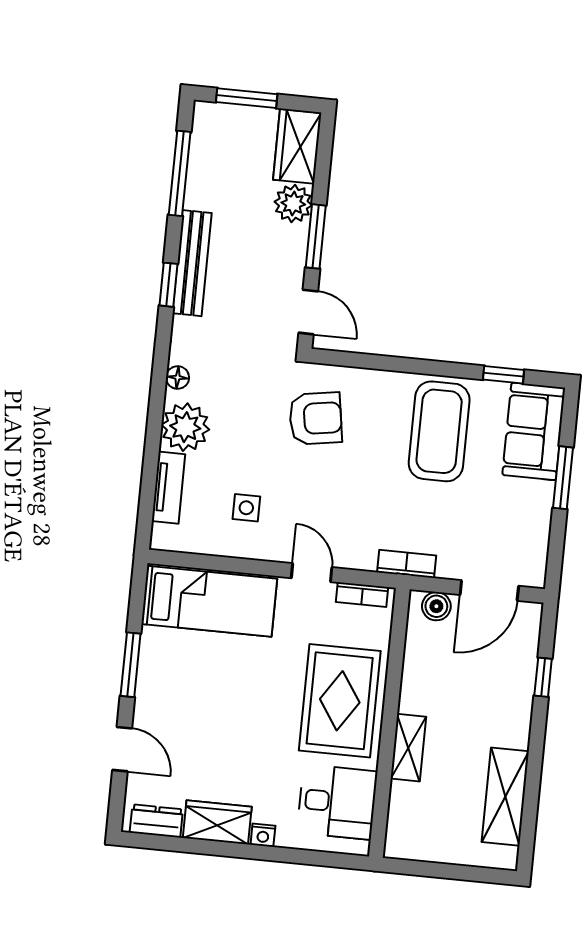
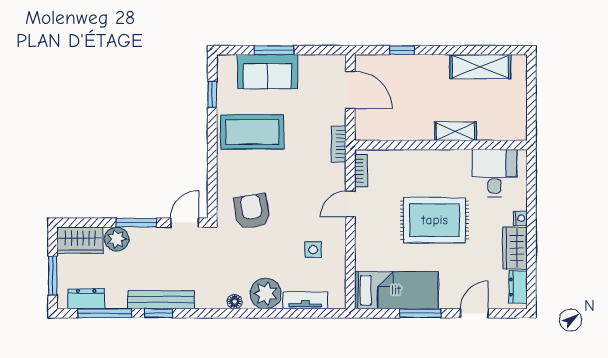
dresser: (205, 147) -> (86, 299), added
window: (168, 285) -> (159, 313), moved
sofa: (534, 431) -> (267, 72), moved
bed: (209, 601) -> (396, 290), moved, turned 90
boiler: (436, 606) -> (364, 123), removed
rug: (340, 701) -> (435, 220), moved

